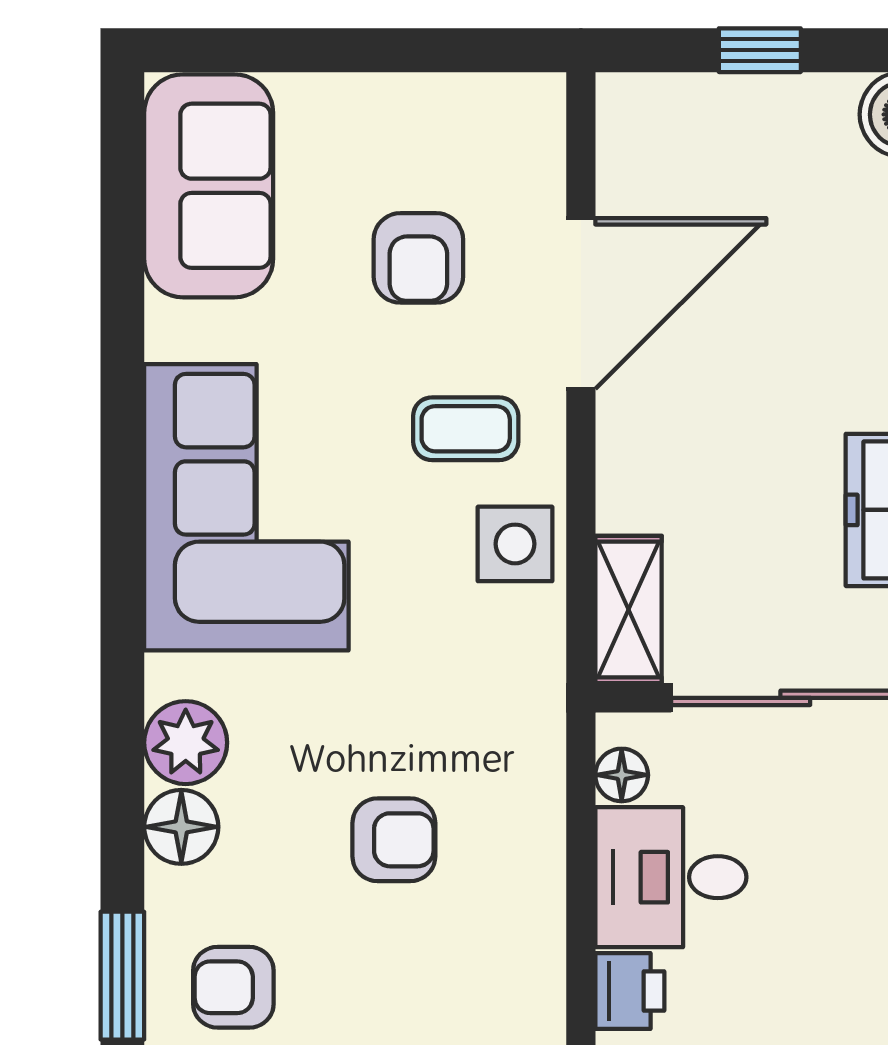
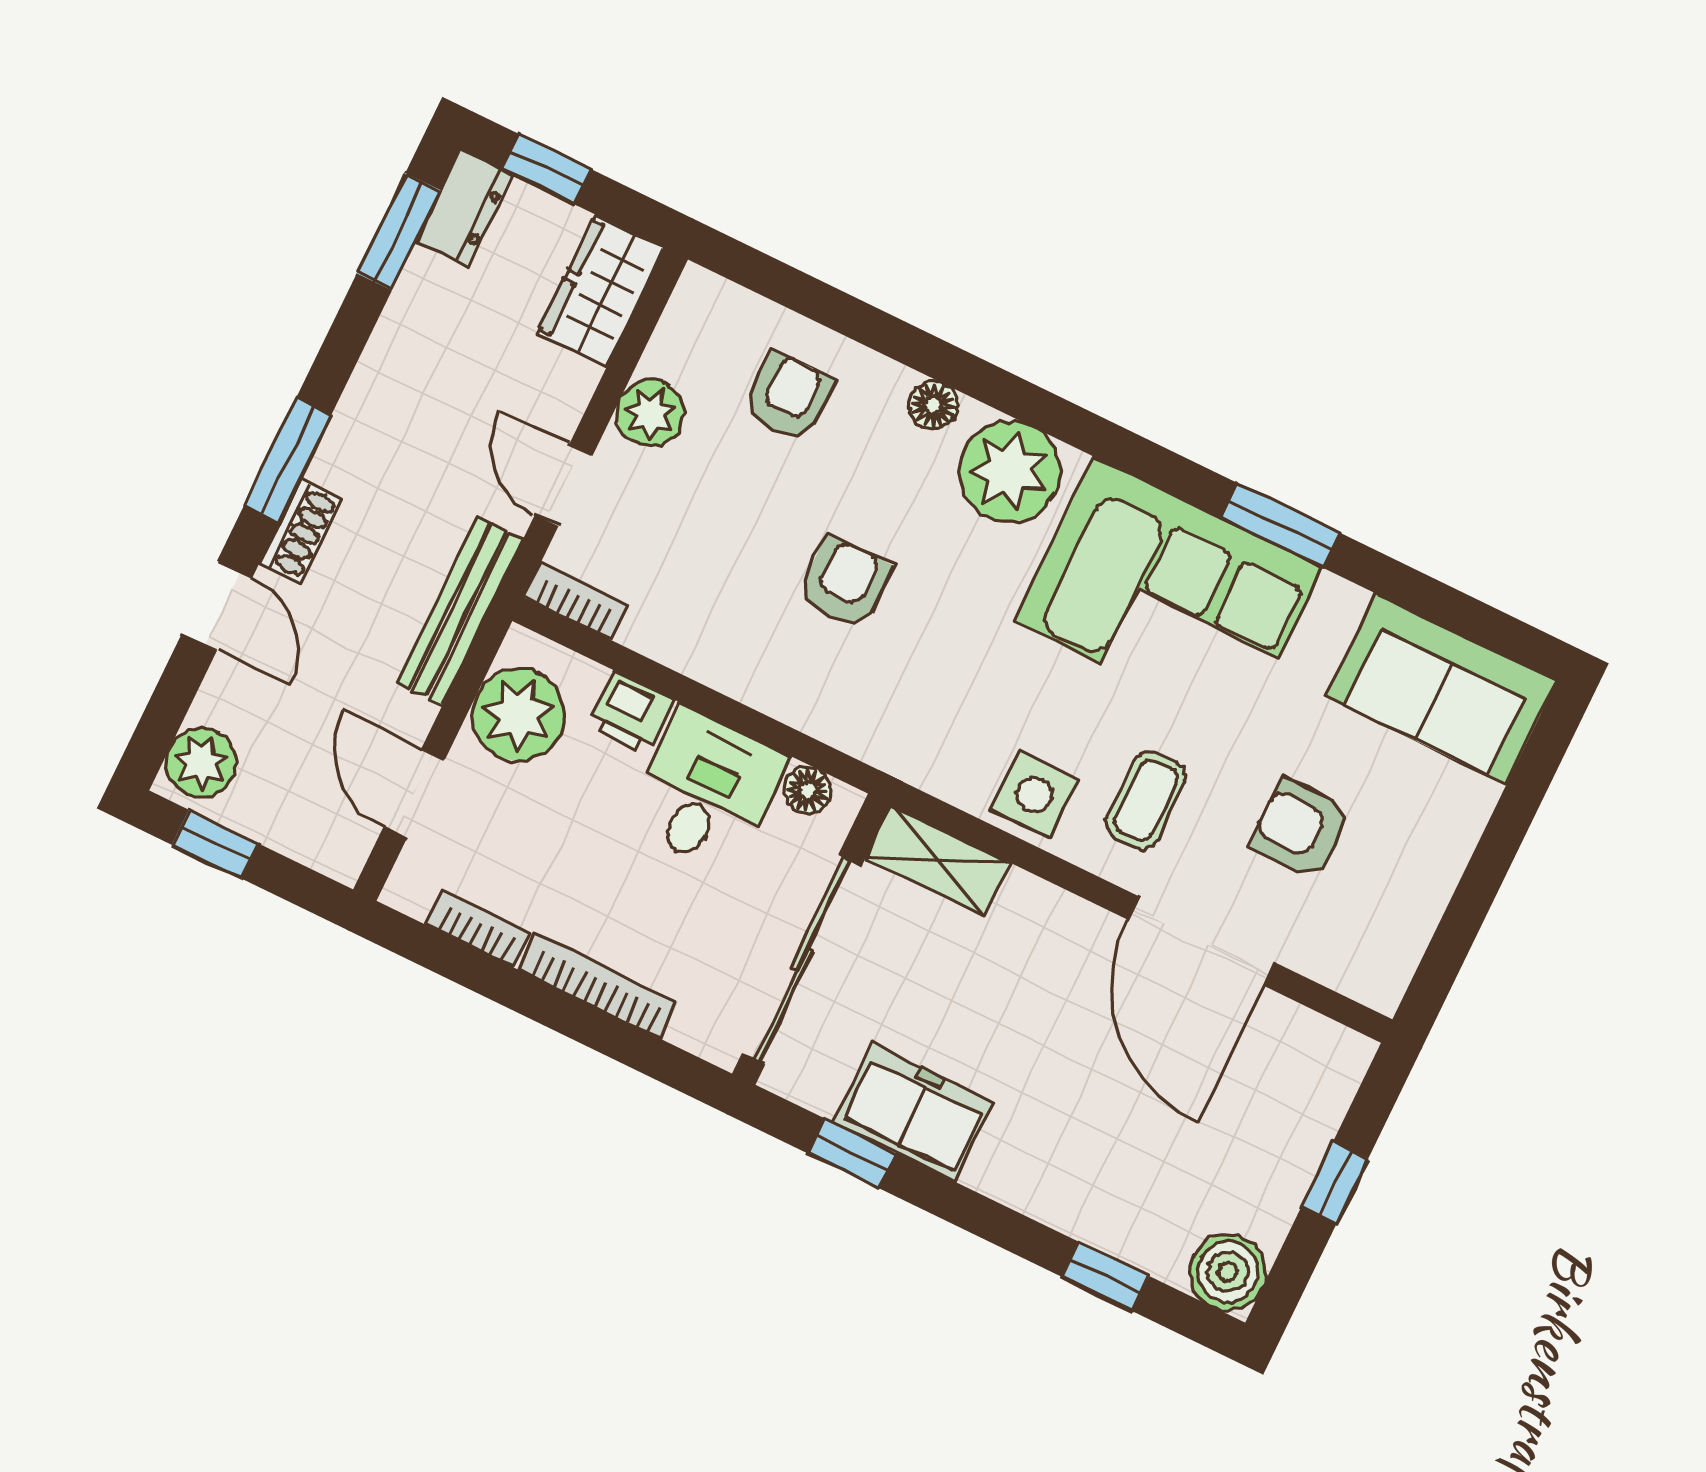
plant: (186, 743) -> (1009, 471), width x1.36, depth x1.36
floor lamp: (181, 827) -> (933, 405), width x0.73, depth x0.73
armchair: (394, 840) -> (844, 583), turned 180
window: (122, 976) -> (1279, 525), moved

